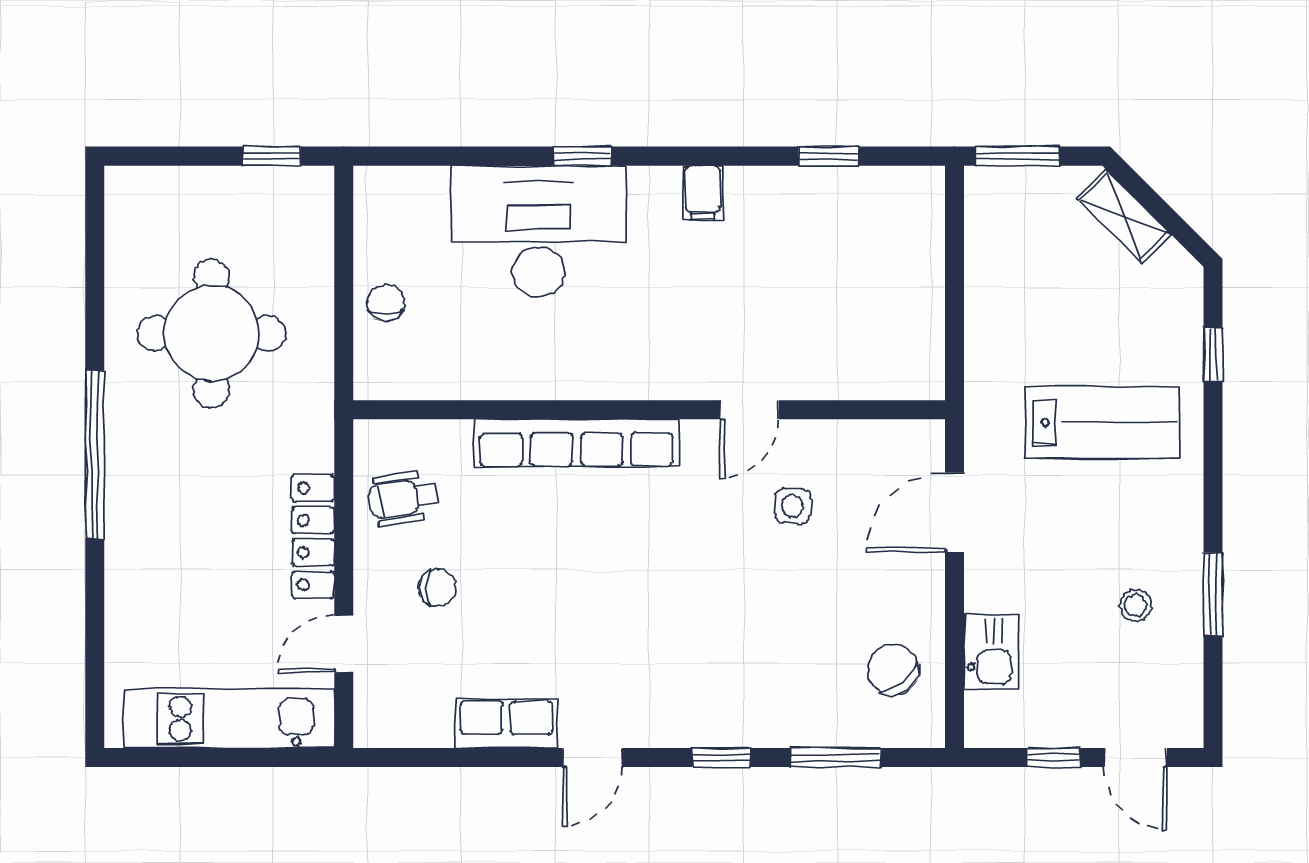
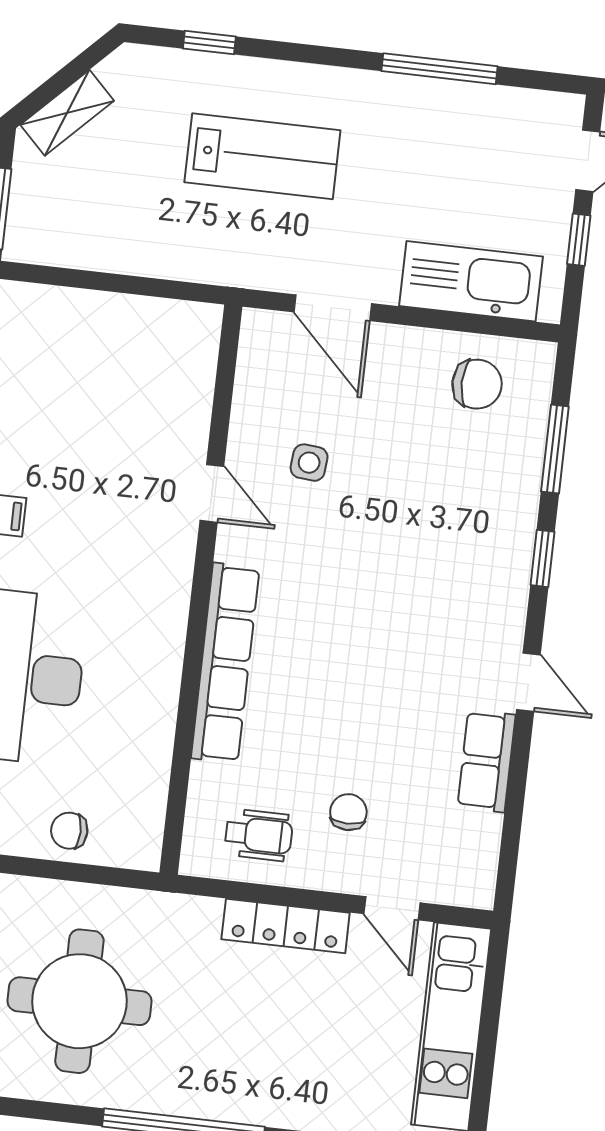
lab bench: (1102, 422) -> (262, 156), turned 90
wheelchair: (404, 498) -> (259, 835), turned -82
window: (1213, 594) -> (439, 69), width x1.44
stool: (1135, 605) -> (442, 144), removed
kitchen sink: (991, 652) -> (471, 281), width x1.87, depth x1.24
chair: (893, 670) -> (477, 384), turned -144

